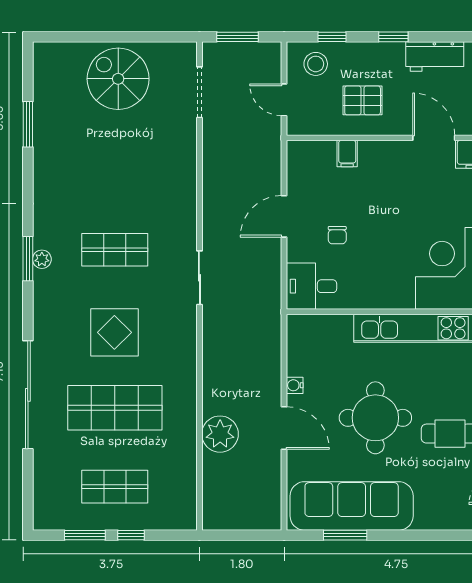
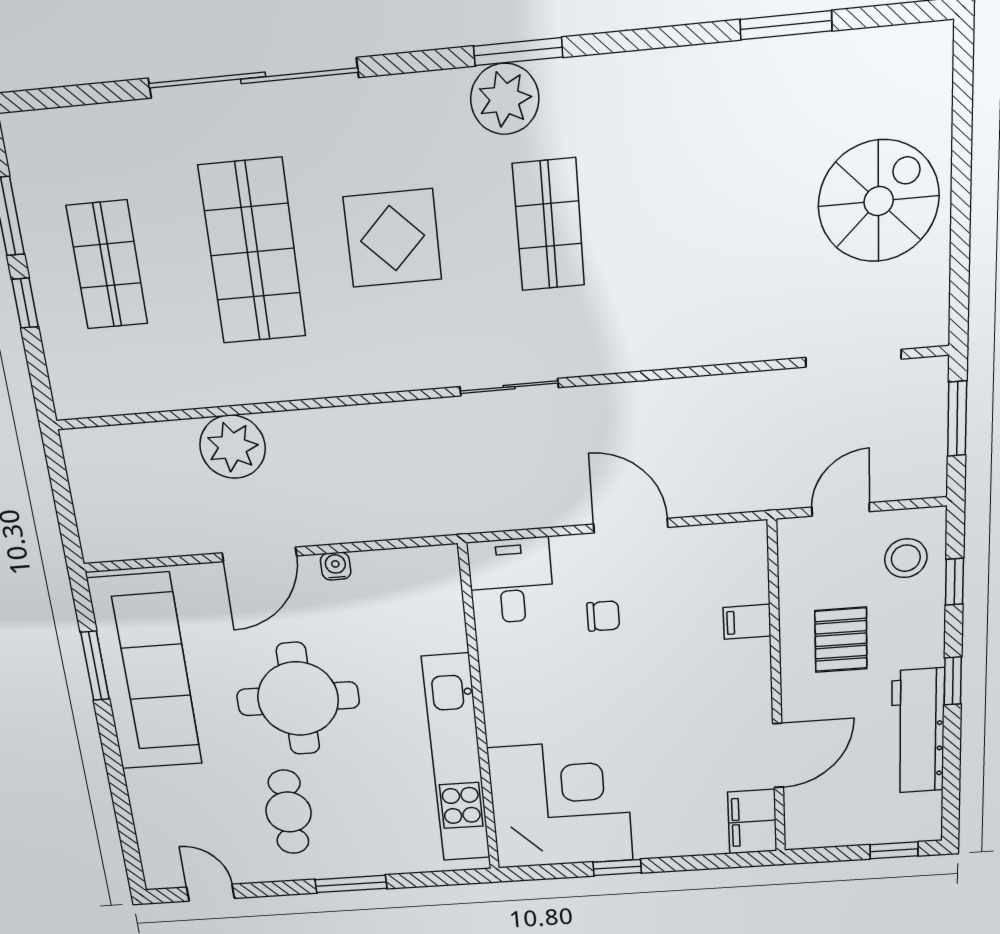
workbench: (435, 56) -> (918, 731), width x1.38
chair: (337, 235) -> (603, 616), turned 180
plant: (42, 259) -> (505, 99), width x1.87, depth x1.87

